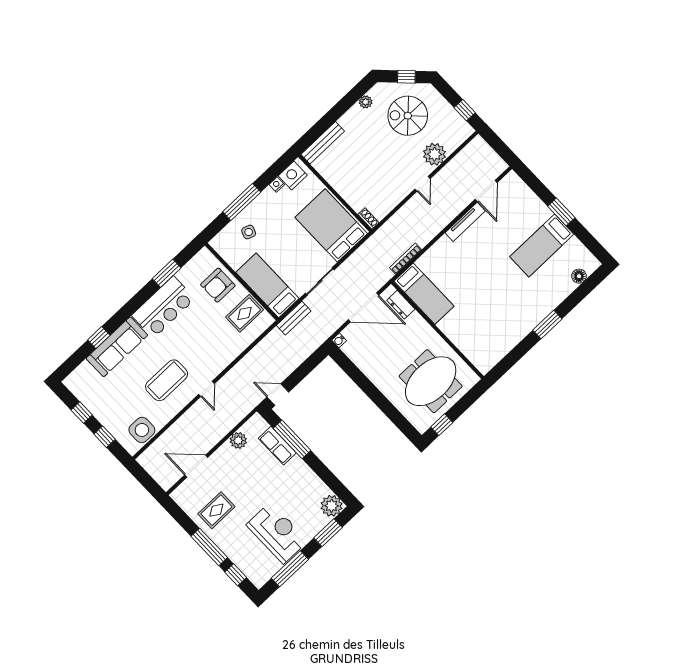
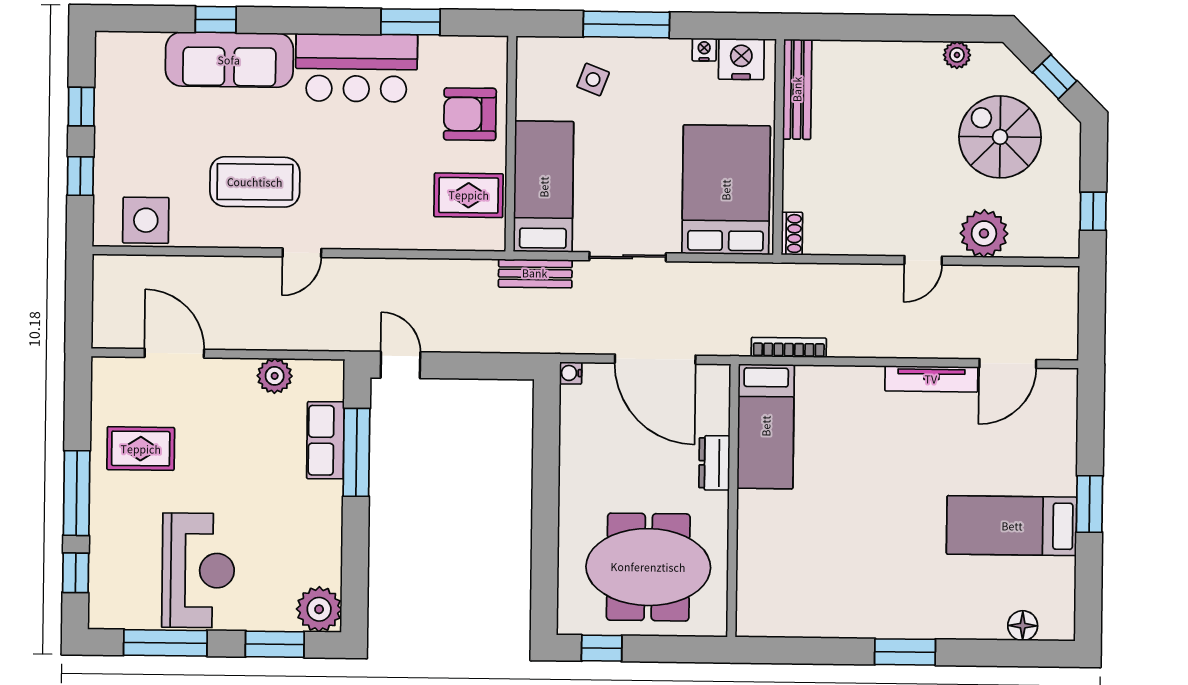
bench: (323, 143) -> (797, 89), moved, turned 90
dresser: (401, 305) -> (714, 463), moved

